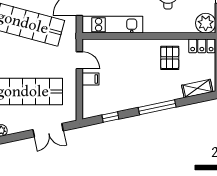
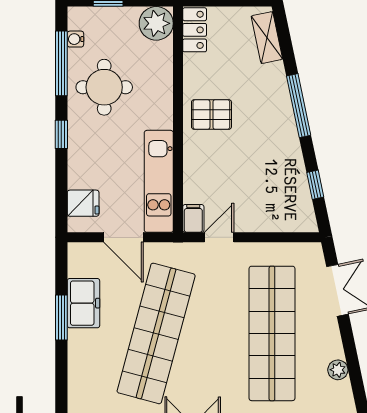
pallet: (170, 58) -> (211, 114), moved
filing cabinet: (91, 79) -> (193, 218), moved

